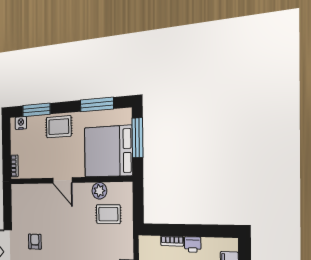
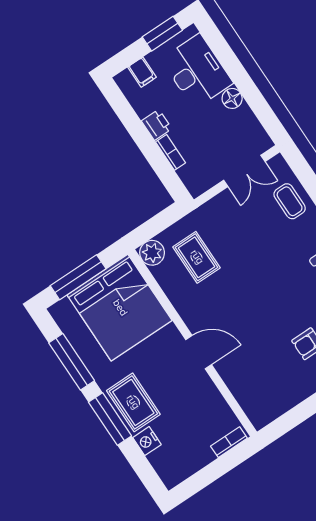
window: (36, 110) -> (110, 419), moved
nightstand: (21, 123) -> (147, 441), moved
door: (62, 180) -> (199, 352), hinge flipped
plant: (99, 191) -> (152, 253), moved

